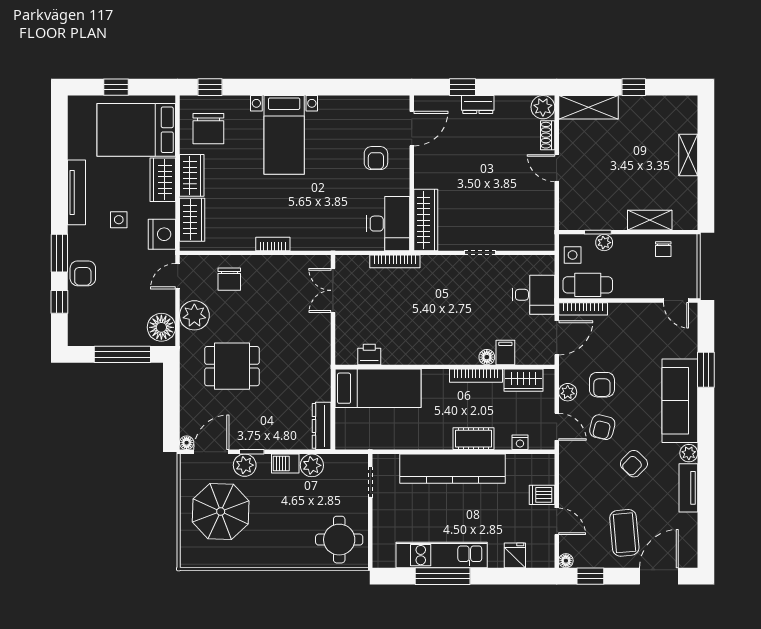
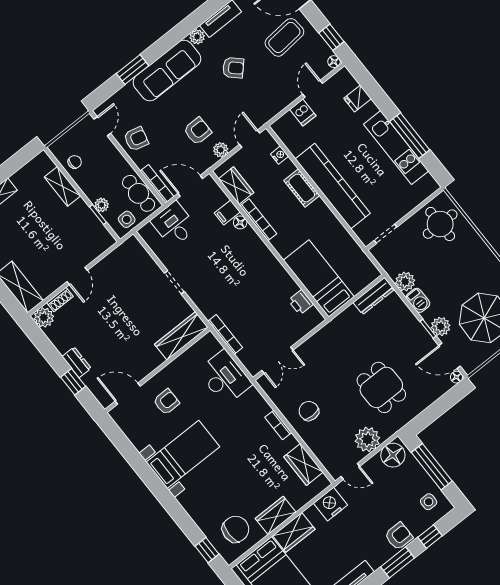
bed with nightstands: (284, 135) -> (183, 454), moved
side table: (119, 220) -> (429, 502), moved
wardrobe: (192, 220) -> (303, 464), moved, turned -90
desk: (388, 224) -> (225, 378), moved, turned 90
chair: (229, 279) -> (309, 411), moved, turned -90
armchair: (602, 427) -> (136, 139), moved

